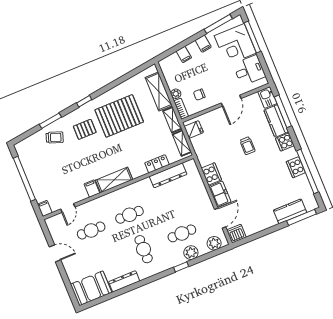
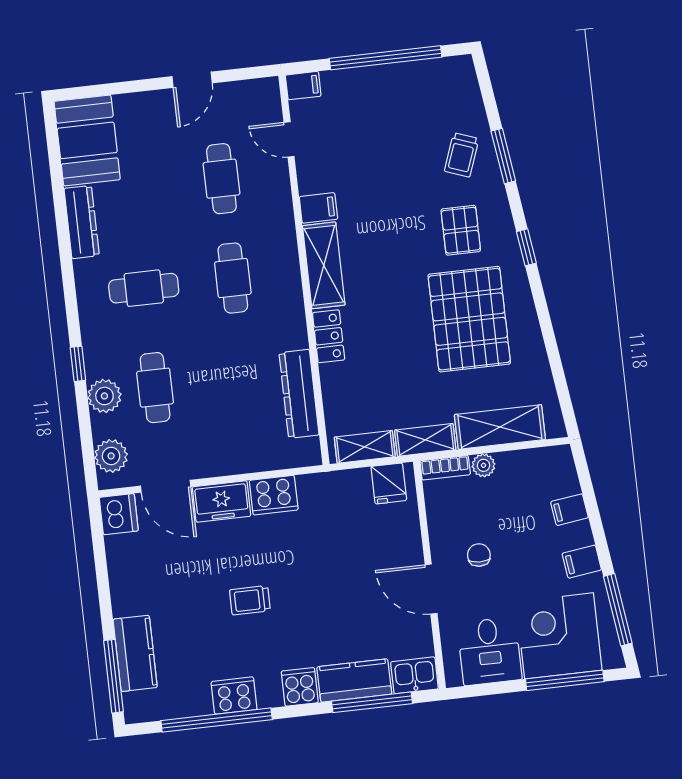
chair: (199, 95) -> (479, 555), moved
trolley: (247, 146) -> (250, 600), moved
locker: (157, 164) -> (329, 336), moved

